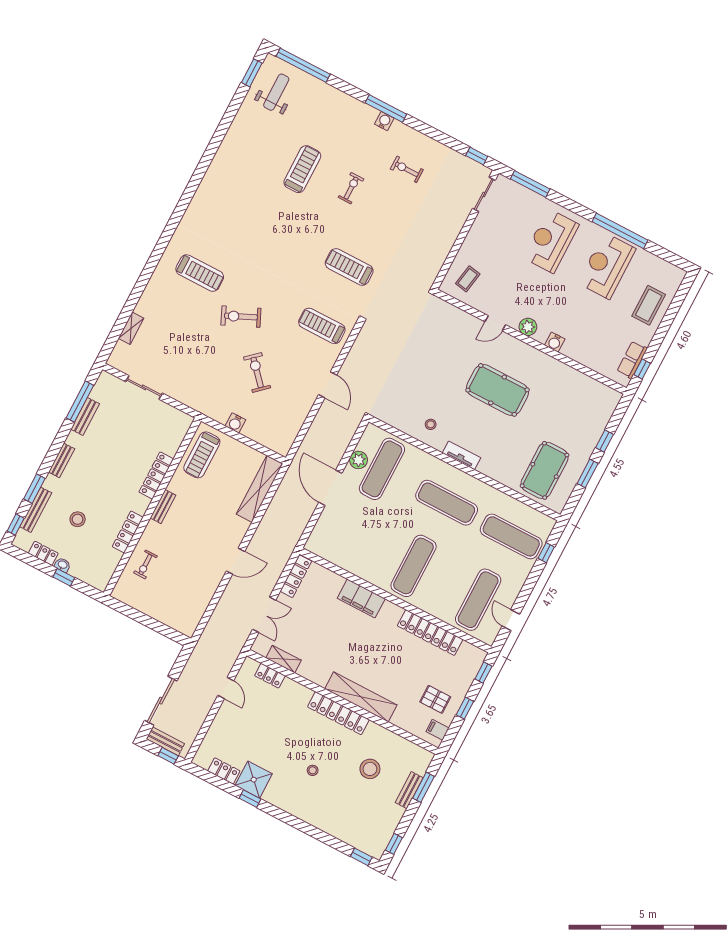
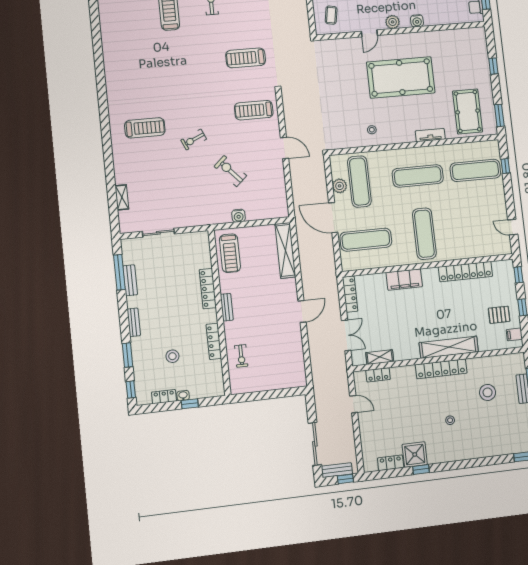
exercise bike: (241, 317) -> (194, 140), width x0.73, depth x0.72
pool table: (497, 390) -> (401, 77), width x1.36, depth x1.32
tv unit: (461, 455) -> (430, 135), moved
window: (588, 473) -> (499, 115), moved
bench: (36, 510) -> (138, 369), removed
exercise mat: (478, 600) -> (366, 240), moved, turned 90

